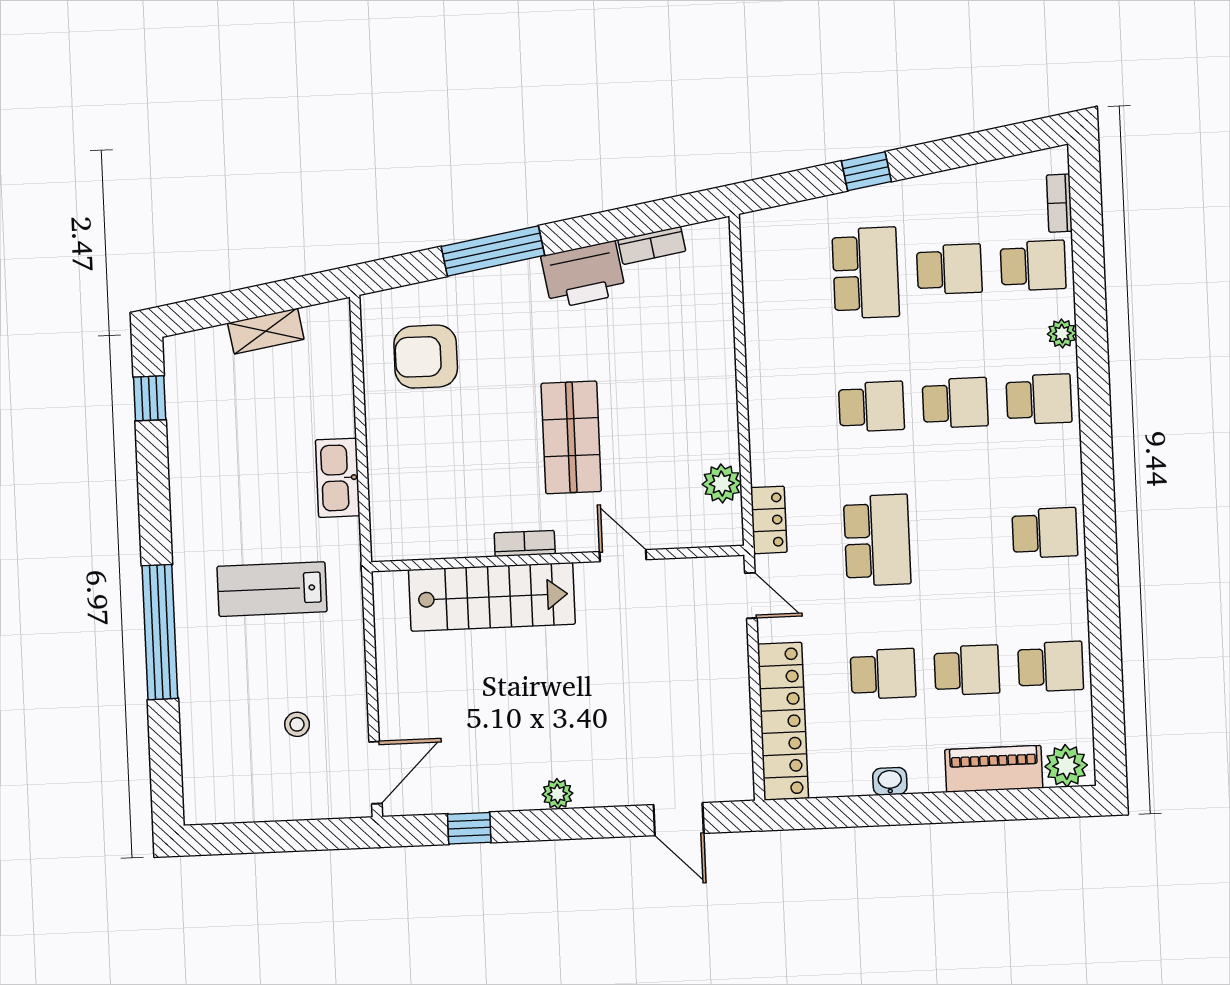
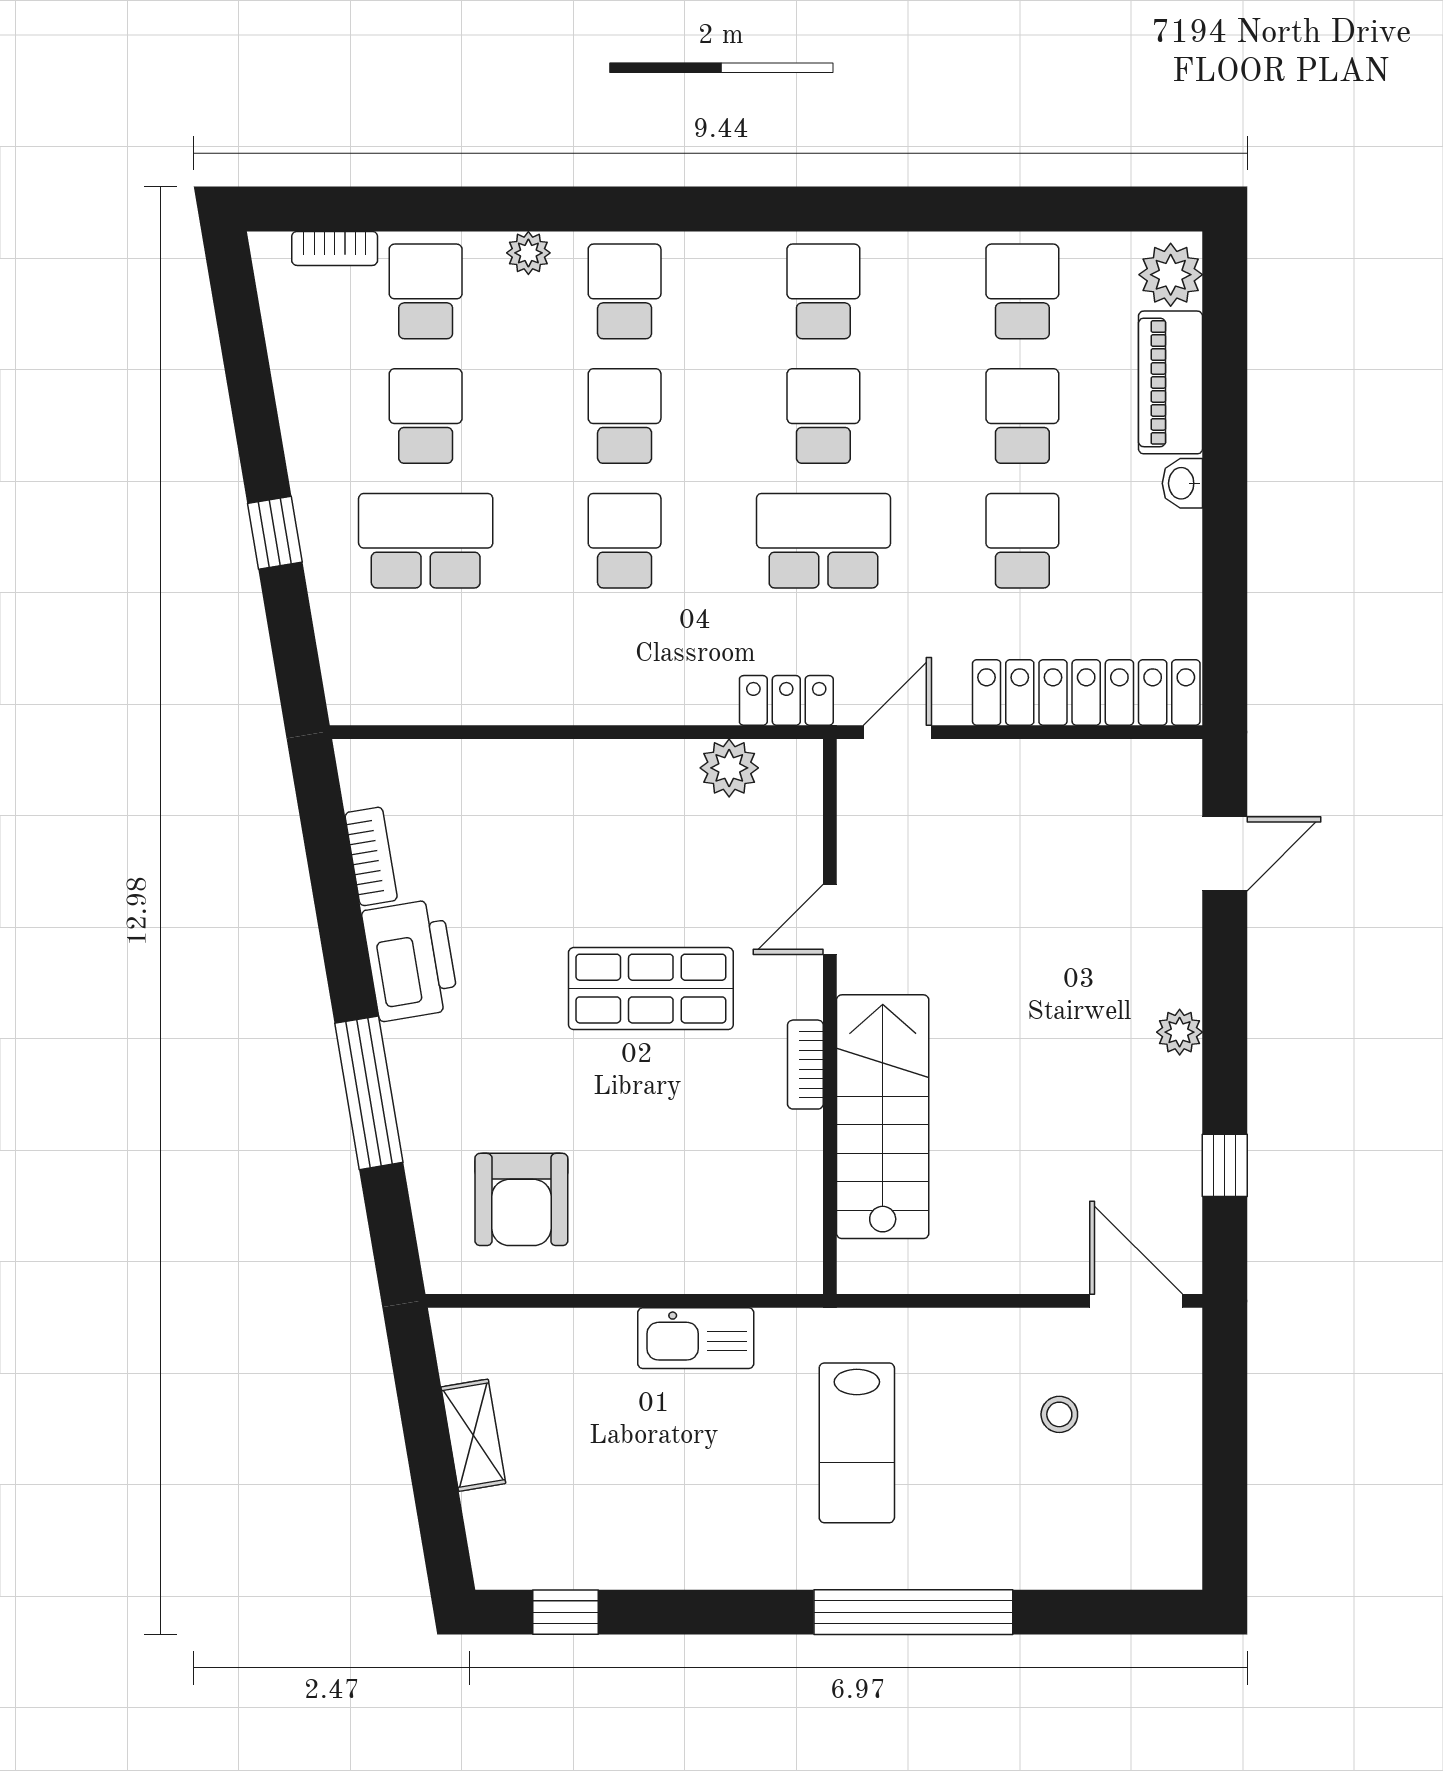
school desk: (961, 537) -> (823, 416), added
washbasin: (890, 781) -> (1182, 483), moved

